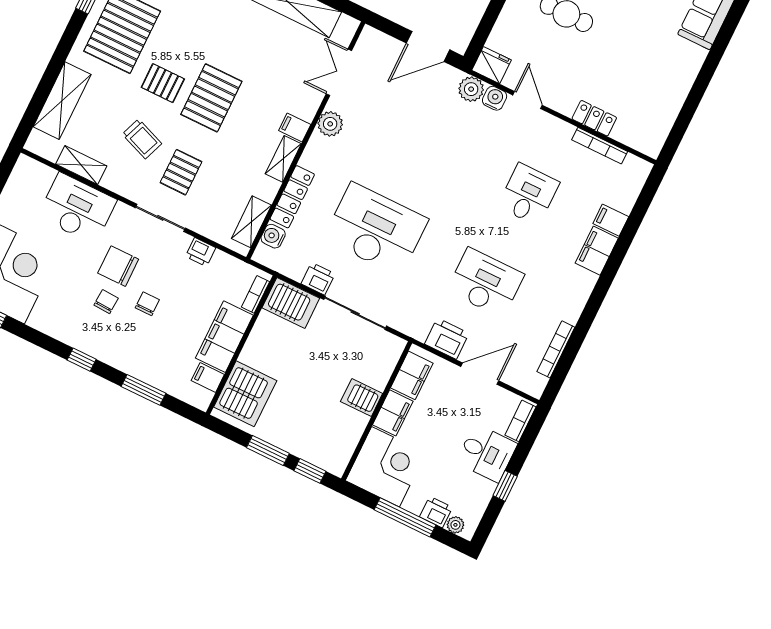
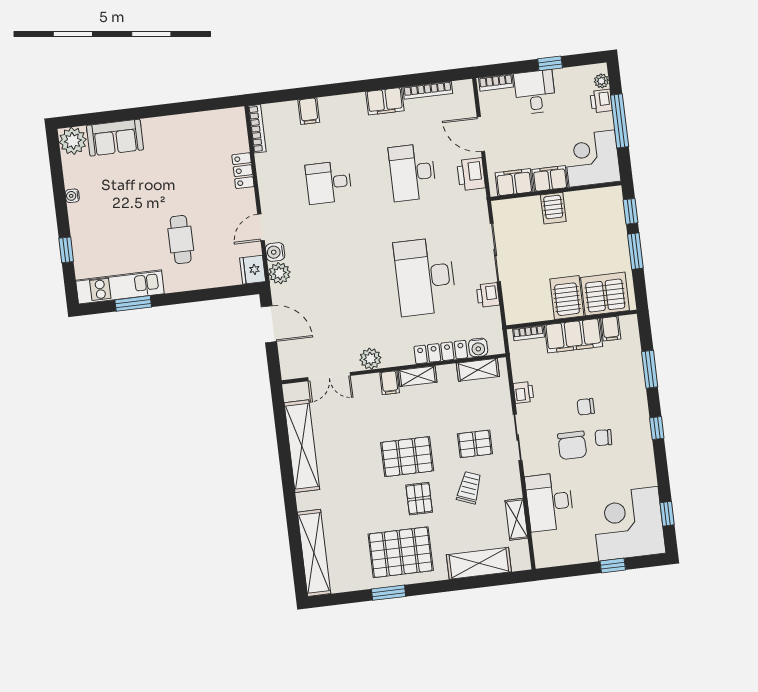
bookcase: (600, 146) -> (257, 129), moved
filing cabinet: (597, 251) -> (385, 101), moved
server rack: (291, 303) -> (567, 298), moved

